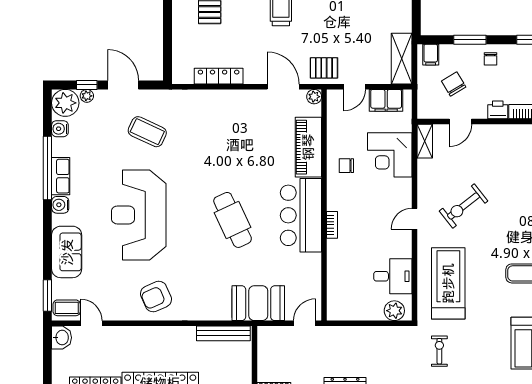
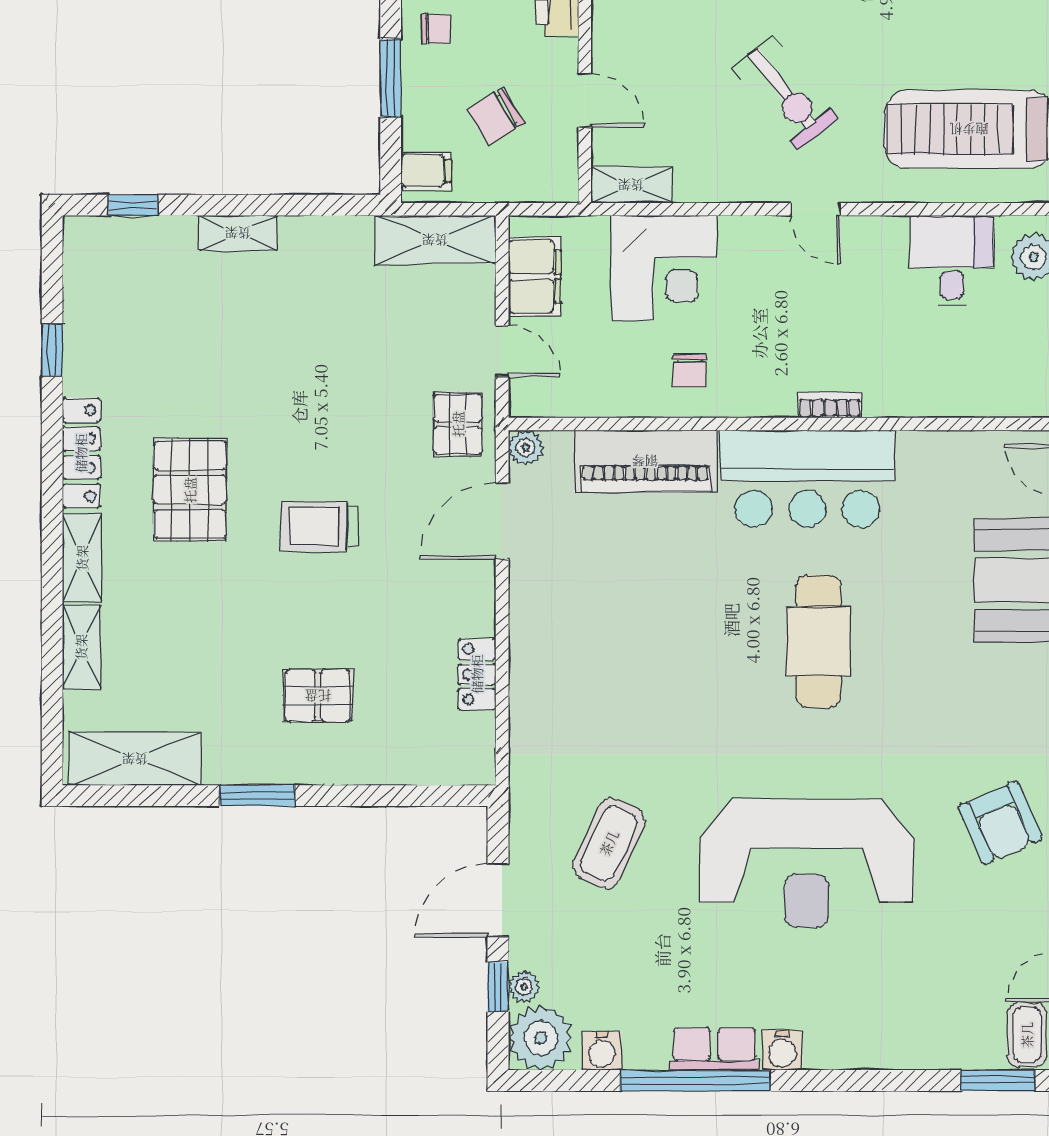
locker: (219, 76) -> (477, 674), width x0.66
cafe table: (233, 220) -> (818, 641), turned -65
sofa: (67, 252) -> (894, 1035), removed

